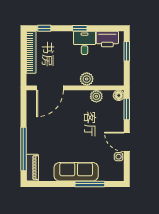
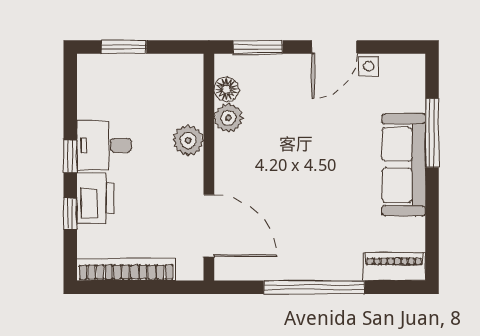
window: (44, 28) -> (70, 214), moved
printer: (107, 39) -> (95, 198), moved
floor lamp: (119, 95) -> (226, 89), moved
window: (23, 149) -> (314, 287), moved

